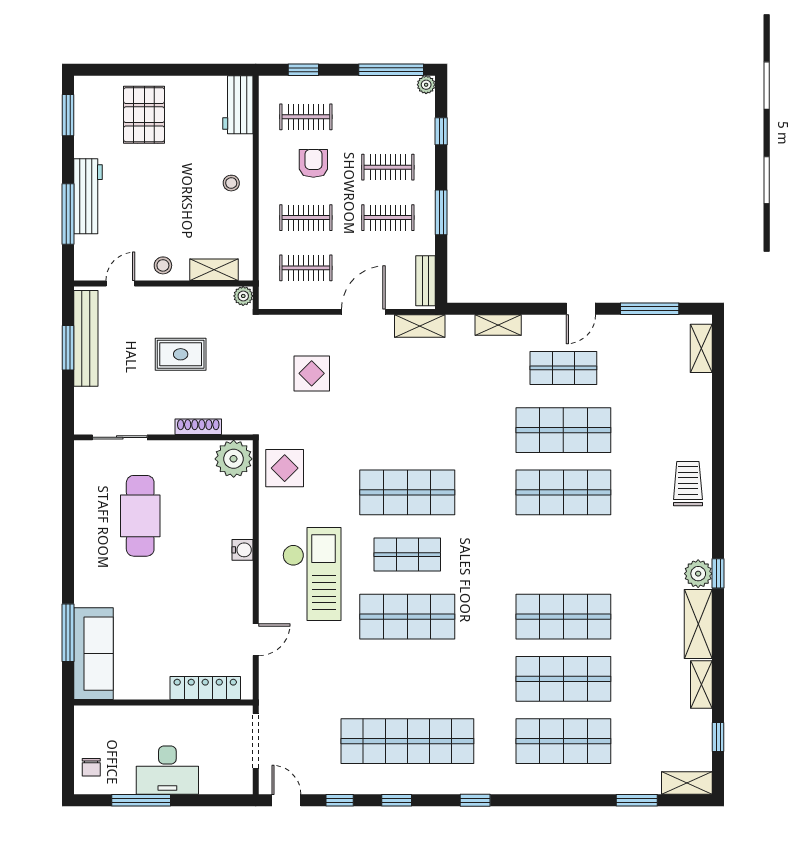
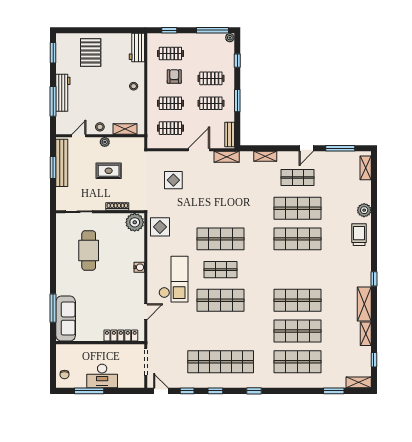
plant: (243, 296) -> (105, 142), moved
plant: (698, 574) -> (364, 210), moved

